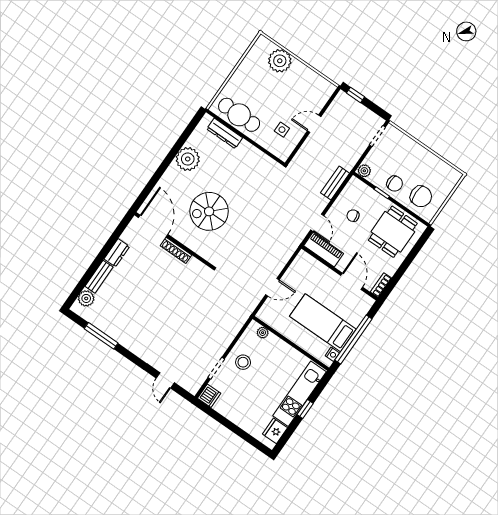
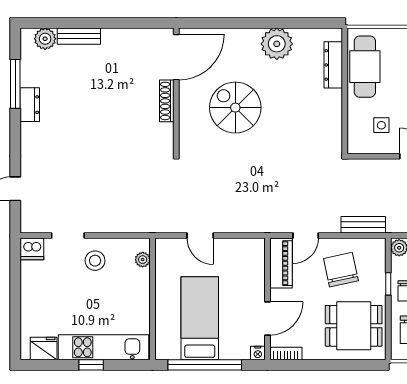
chair: (353, 216) -> (341, 270), width x1.87, depth x1.87
dresser: (117, 253) -> (30, 105), moved, turned -90
nightstand: (332, 354) -> (258, 353), moved

